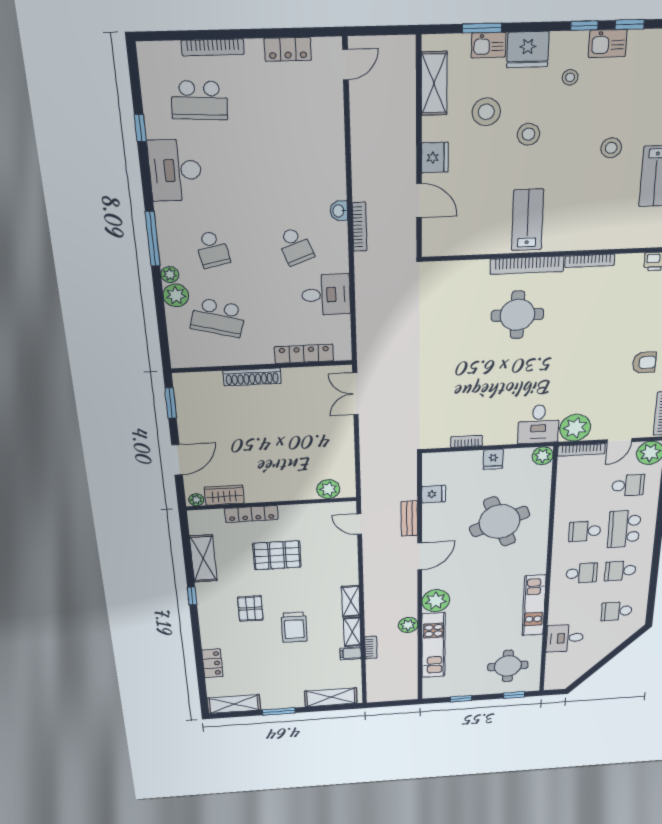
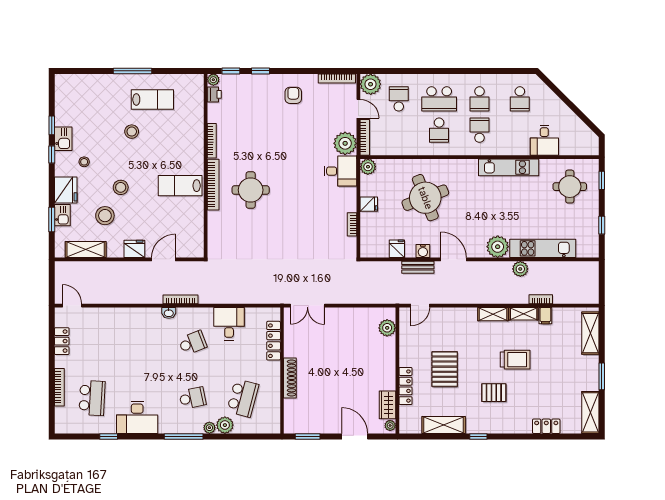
water cooler: (431, 523) -> (423, 251), added

